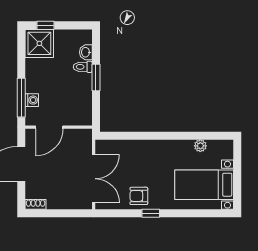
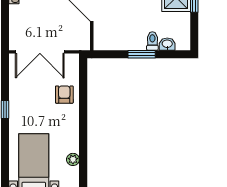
armchair: (139, 196) -> (64, 95), moved

